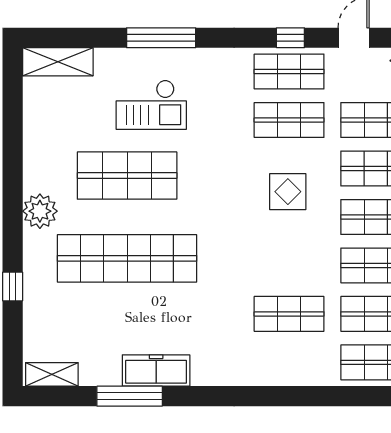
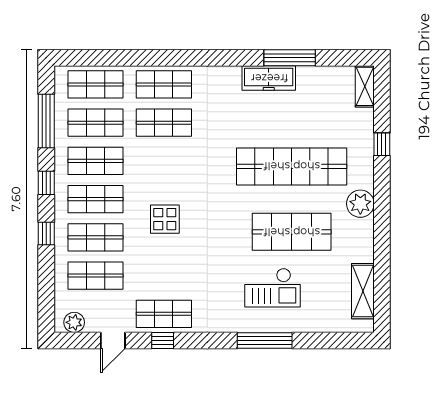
shelving: (58, 62) -> (363, 291), moved, turned 90
checkout: (151, 105) -> (273, 288), turned 180
shop shelf: (289, 120) -> (164, 84), moved
shelving: (52, 374) -> (365, 86), moved, turned 90

